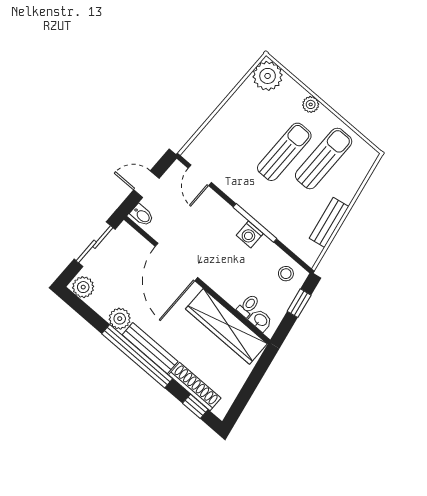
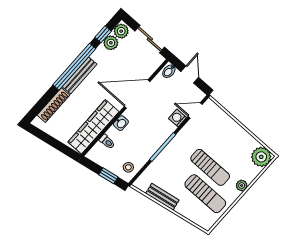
washing machine: (250, 234) -> (178, 118), moved
plant: (120, 319) -> (111, 43), moved
washbasin: (260, 320) -> (121, 123), moved
window: (195, 406) -> (103, 34), moved

